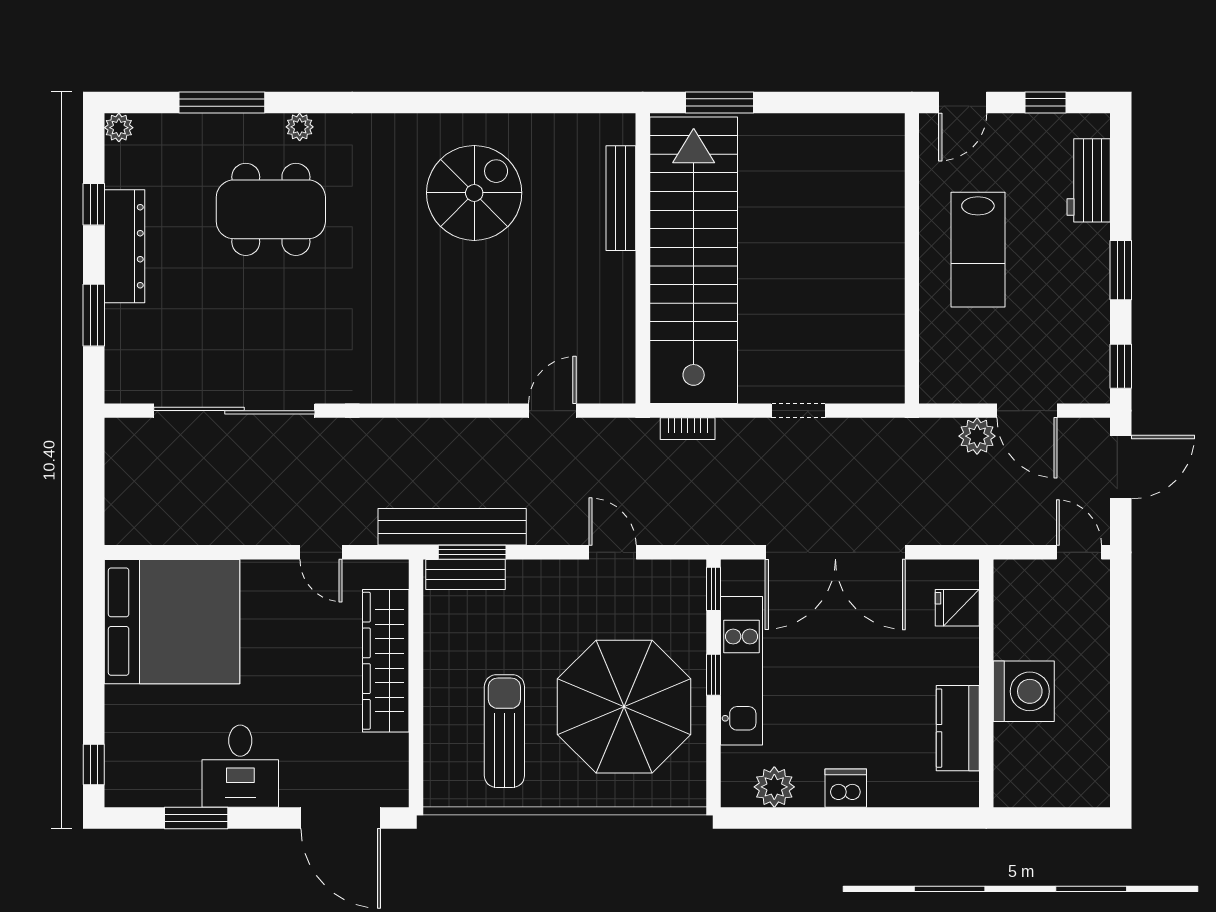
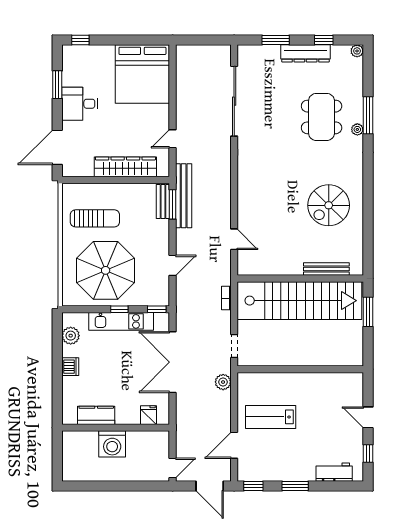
window: (222, 103) -> (368, 115), moved
spiral stairs: (474, 193) -> (329, 205), turned 90
lab bench: (978, 250) -> (271, 417), moved
wall: (912, 258) -> (300, 369), moved
plant: (977, 436) -> (223, 382), moved

